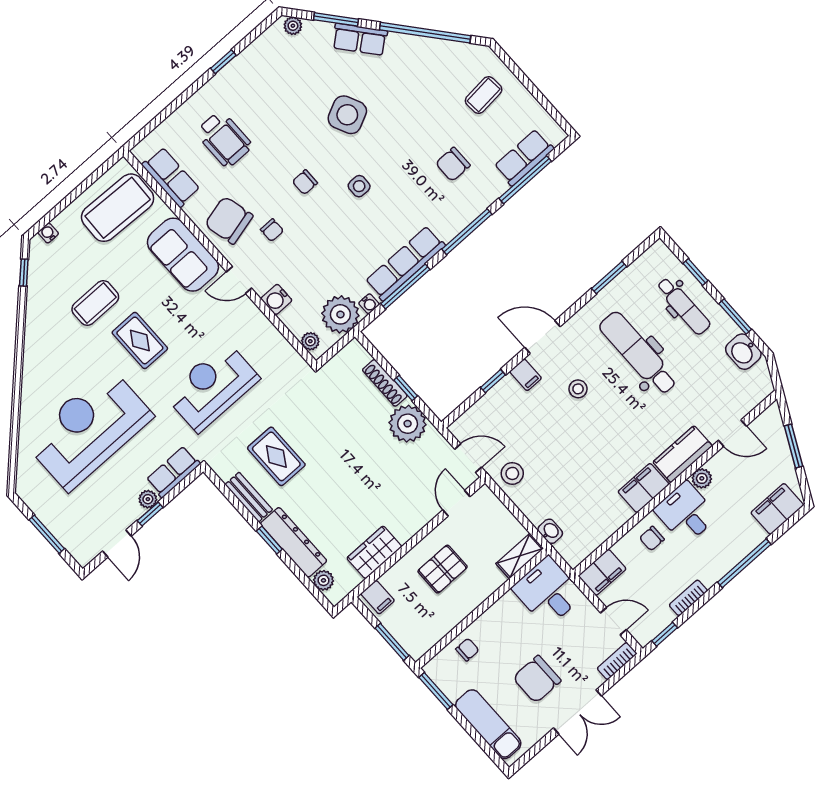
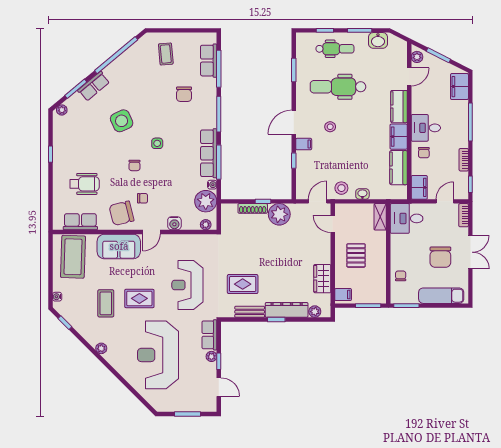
plant: (32, 349) -> (101, 348), added
plant: (702, 478) -> (417, 57), moved
kitchen counter: (604, 523) -> (399, 168), added
washbasin: (550, 531) -> (362, 194), moved

